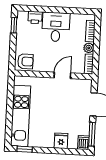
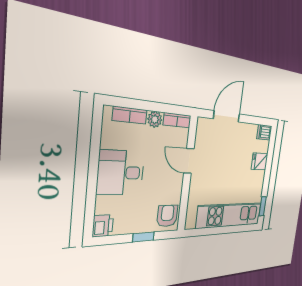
printer: (35, 17) -> (103, 226), moved
window: (14, 25) -> (143, 237), moved
window: (92, 134) -> (258, 121), removed

